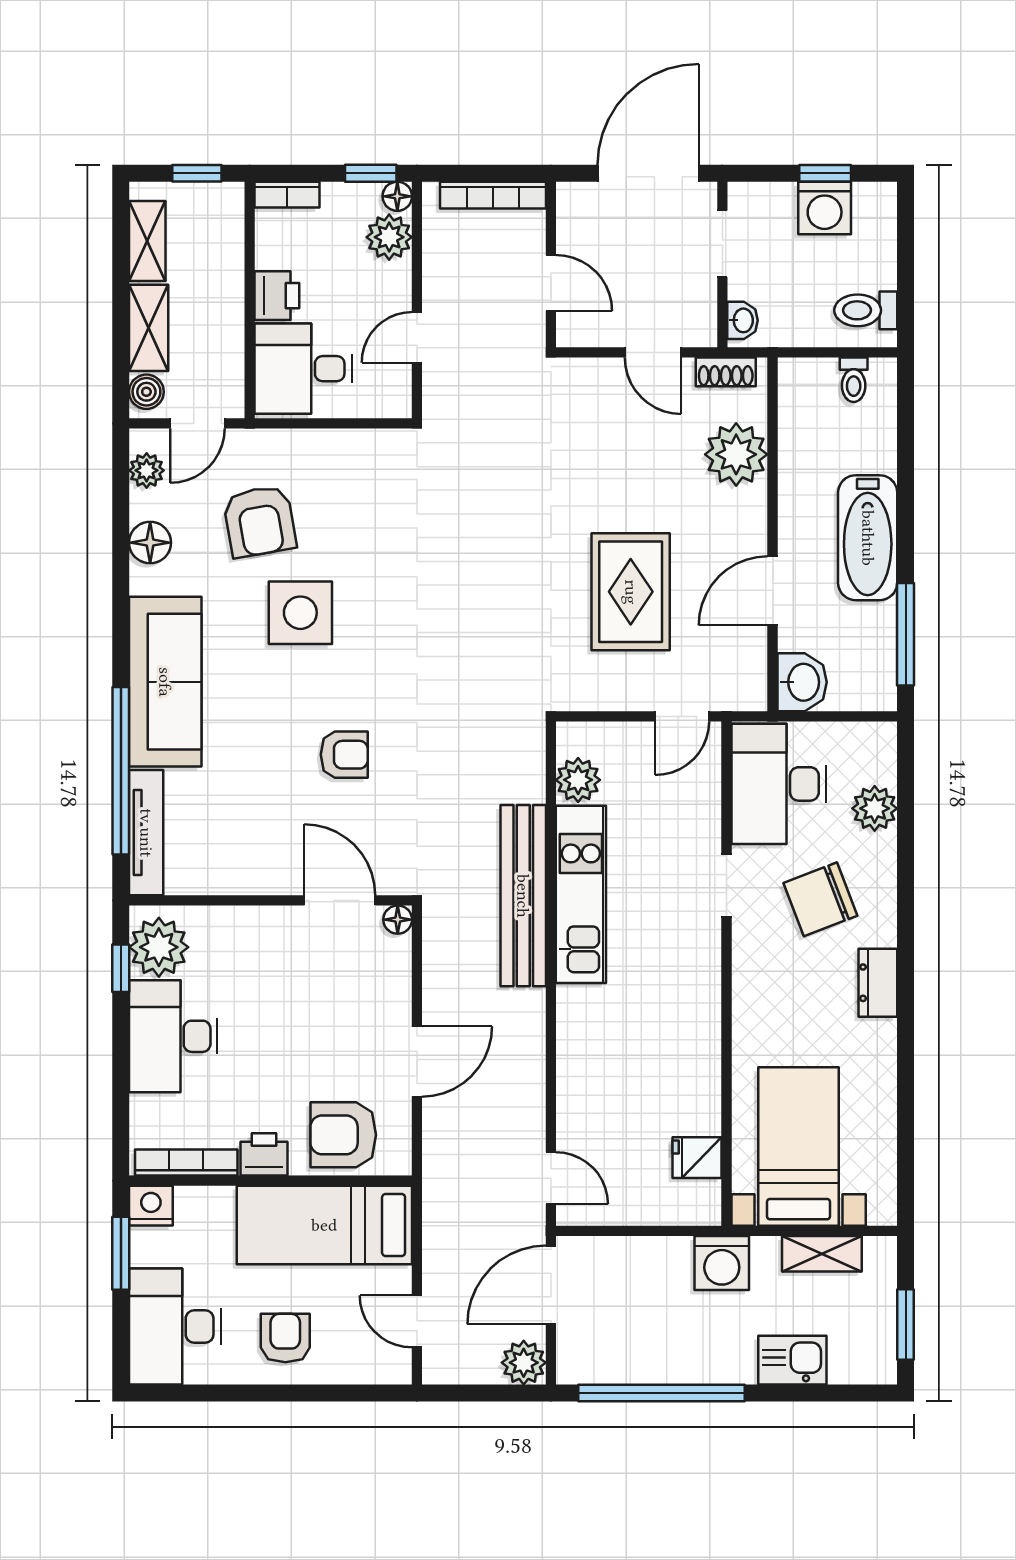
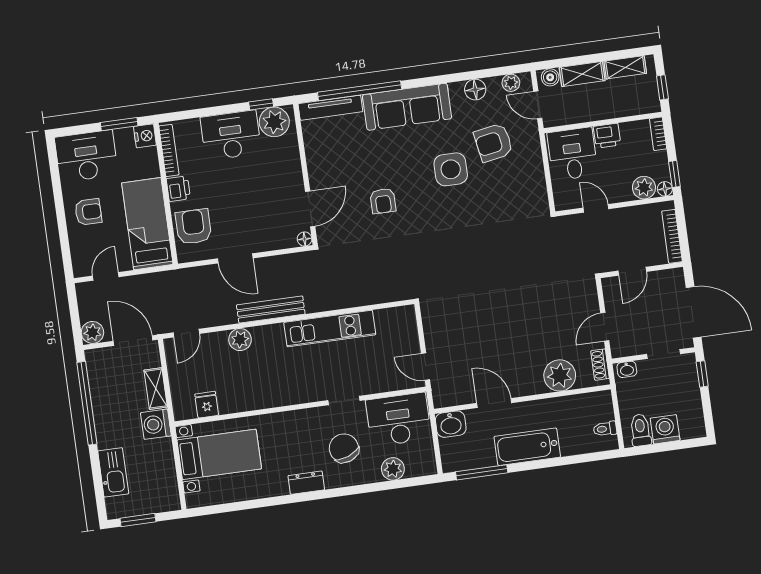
window: (825, 173) -> (702, 374), moved
washing machine: (825, 208) -> (665, 429), moved, turned 90
rug: (631, 592) -> (484, 332), removed
plant: (578, 780) -> (240, 340), moved
bench: (523, 896) -> (271, 309), moved, width x0.73, depth x0.82
shelving: (822, 1254) -> (156, 389), moved
kitchen sink: (792, 1360) -> (113, 472), width x1.38

